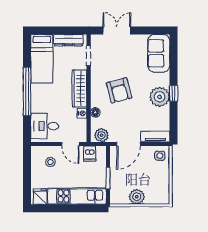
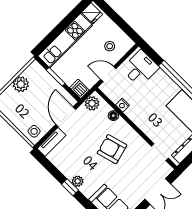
wardrobe: (79, 89) -> (143, 121), removed
plant: (160, 97) -> (78, 181), width x0.53, depth x0.53
dishwasher: (90, 154) -> (79, 89), moved

